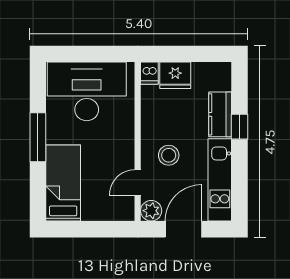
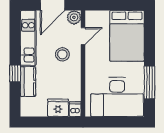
window: (38, 137) -> (150, 82), moved
bed: (63, 183) -> (127, 36), width x1.50

